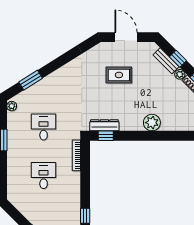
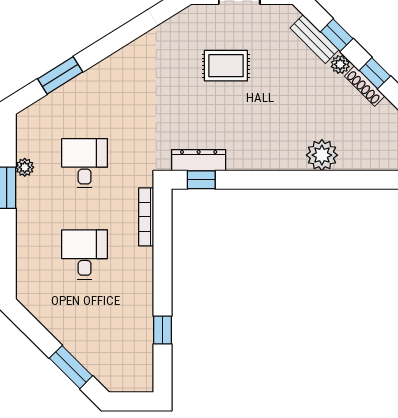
plant: (12, 106) -> (25, 167), moved
plant: (152, 123) -> (322, 155), moved

